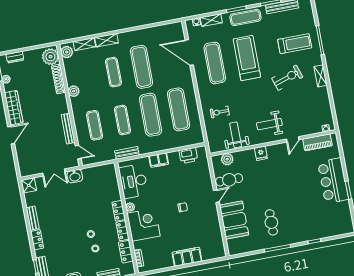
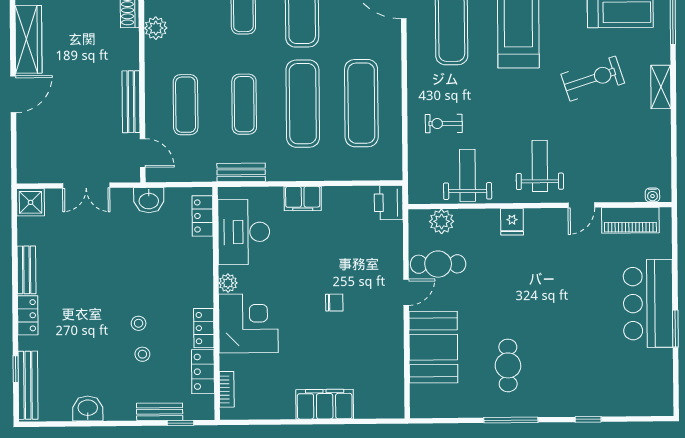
weight bench: (269, 124) -> (540, 166), turned 90
printer: (188, 155) -> (389, 203), moved, turned 90
washbasin: (75, 176) -> (149, 200), moved
locker: (119, 211) -> (203, 216), moved

